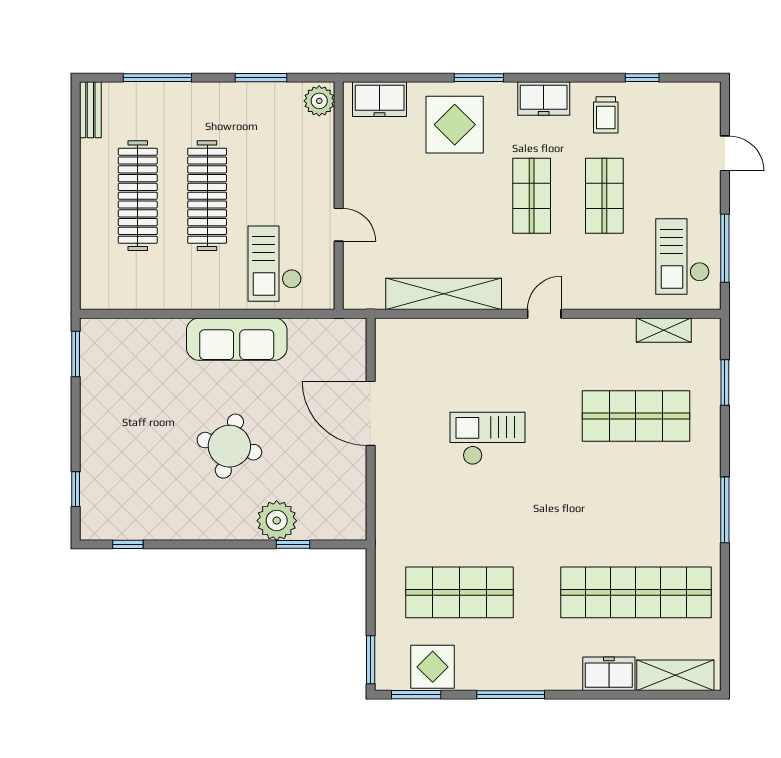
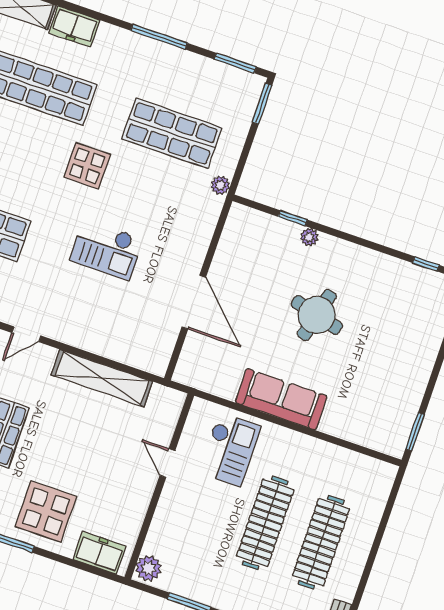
plant: (277, 521) -> (309, 237), width x0.53, depth x0.53
plant: (386, 553) -> (220, 185), added
display table: (433, 667) -> (87, 166), moved

